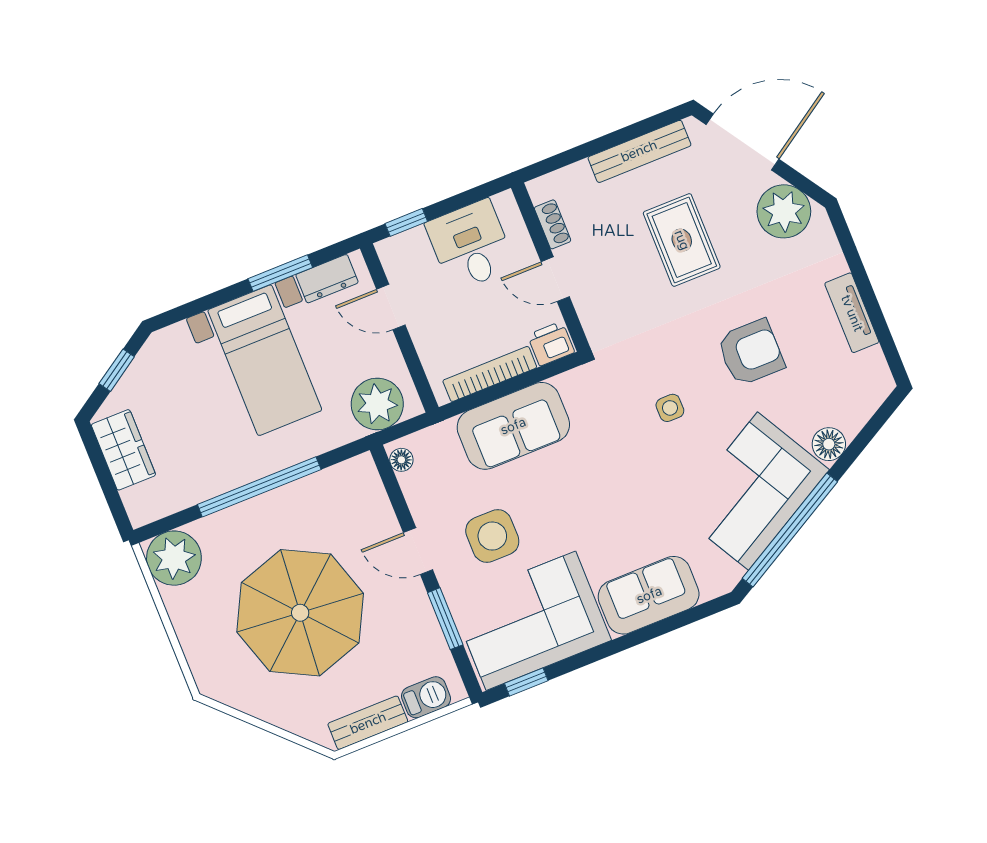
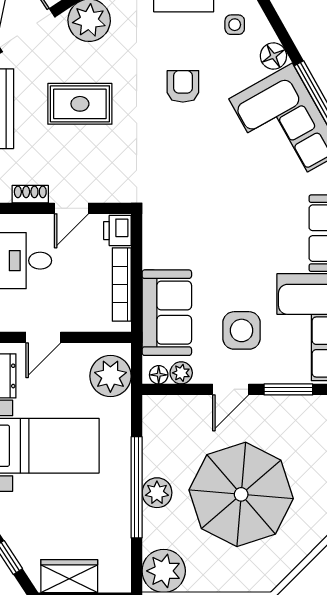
armchair: (751, 352) -> (183, 86), width x0.72, depth x0.72
side table: (670, 408) -> (235, 25), moved
sofa: (513, 426) -> (167, 313), moved
plant: (414, 485) -> (181, 373), added
plant: (262, 513) -> (157, 493), added

